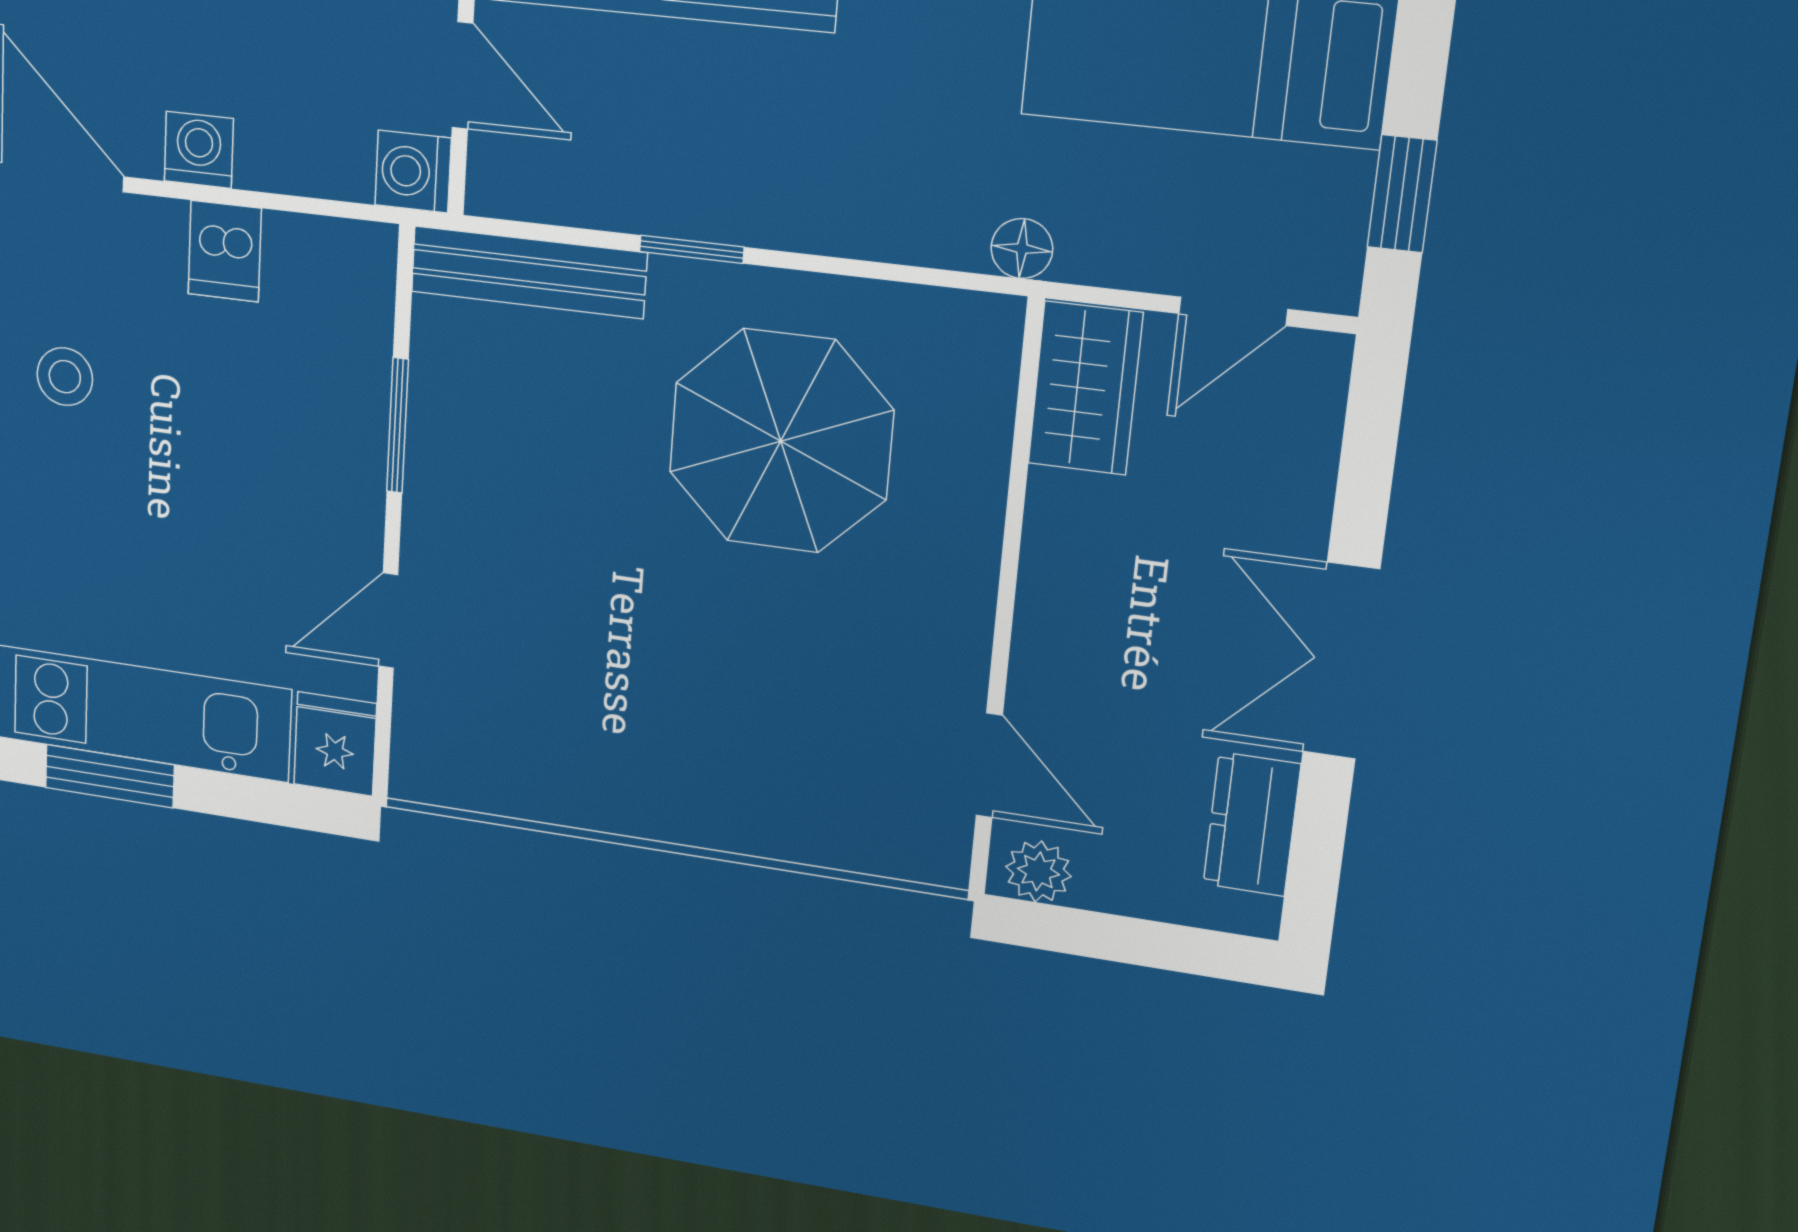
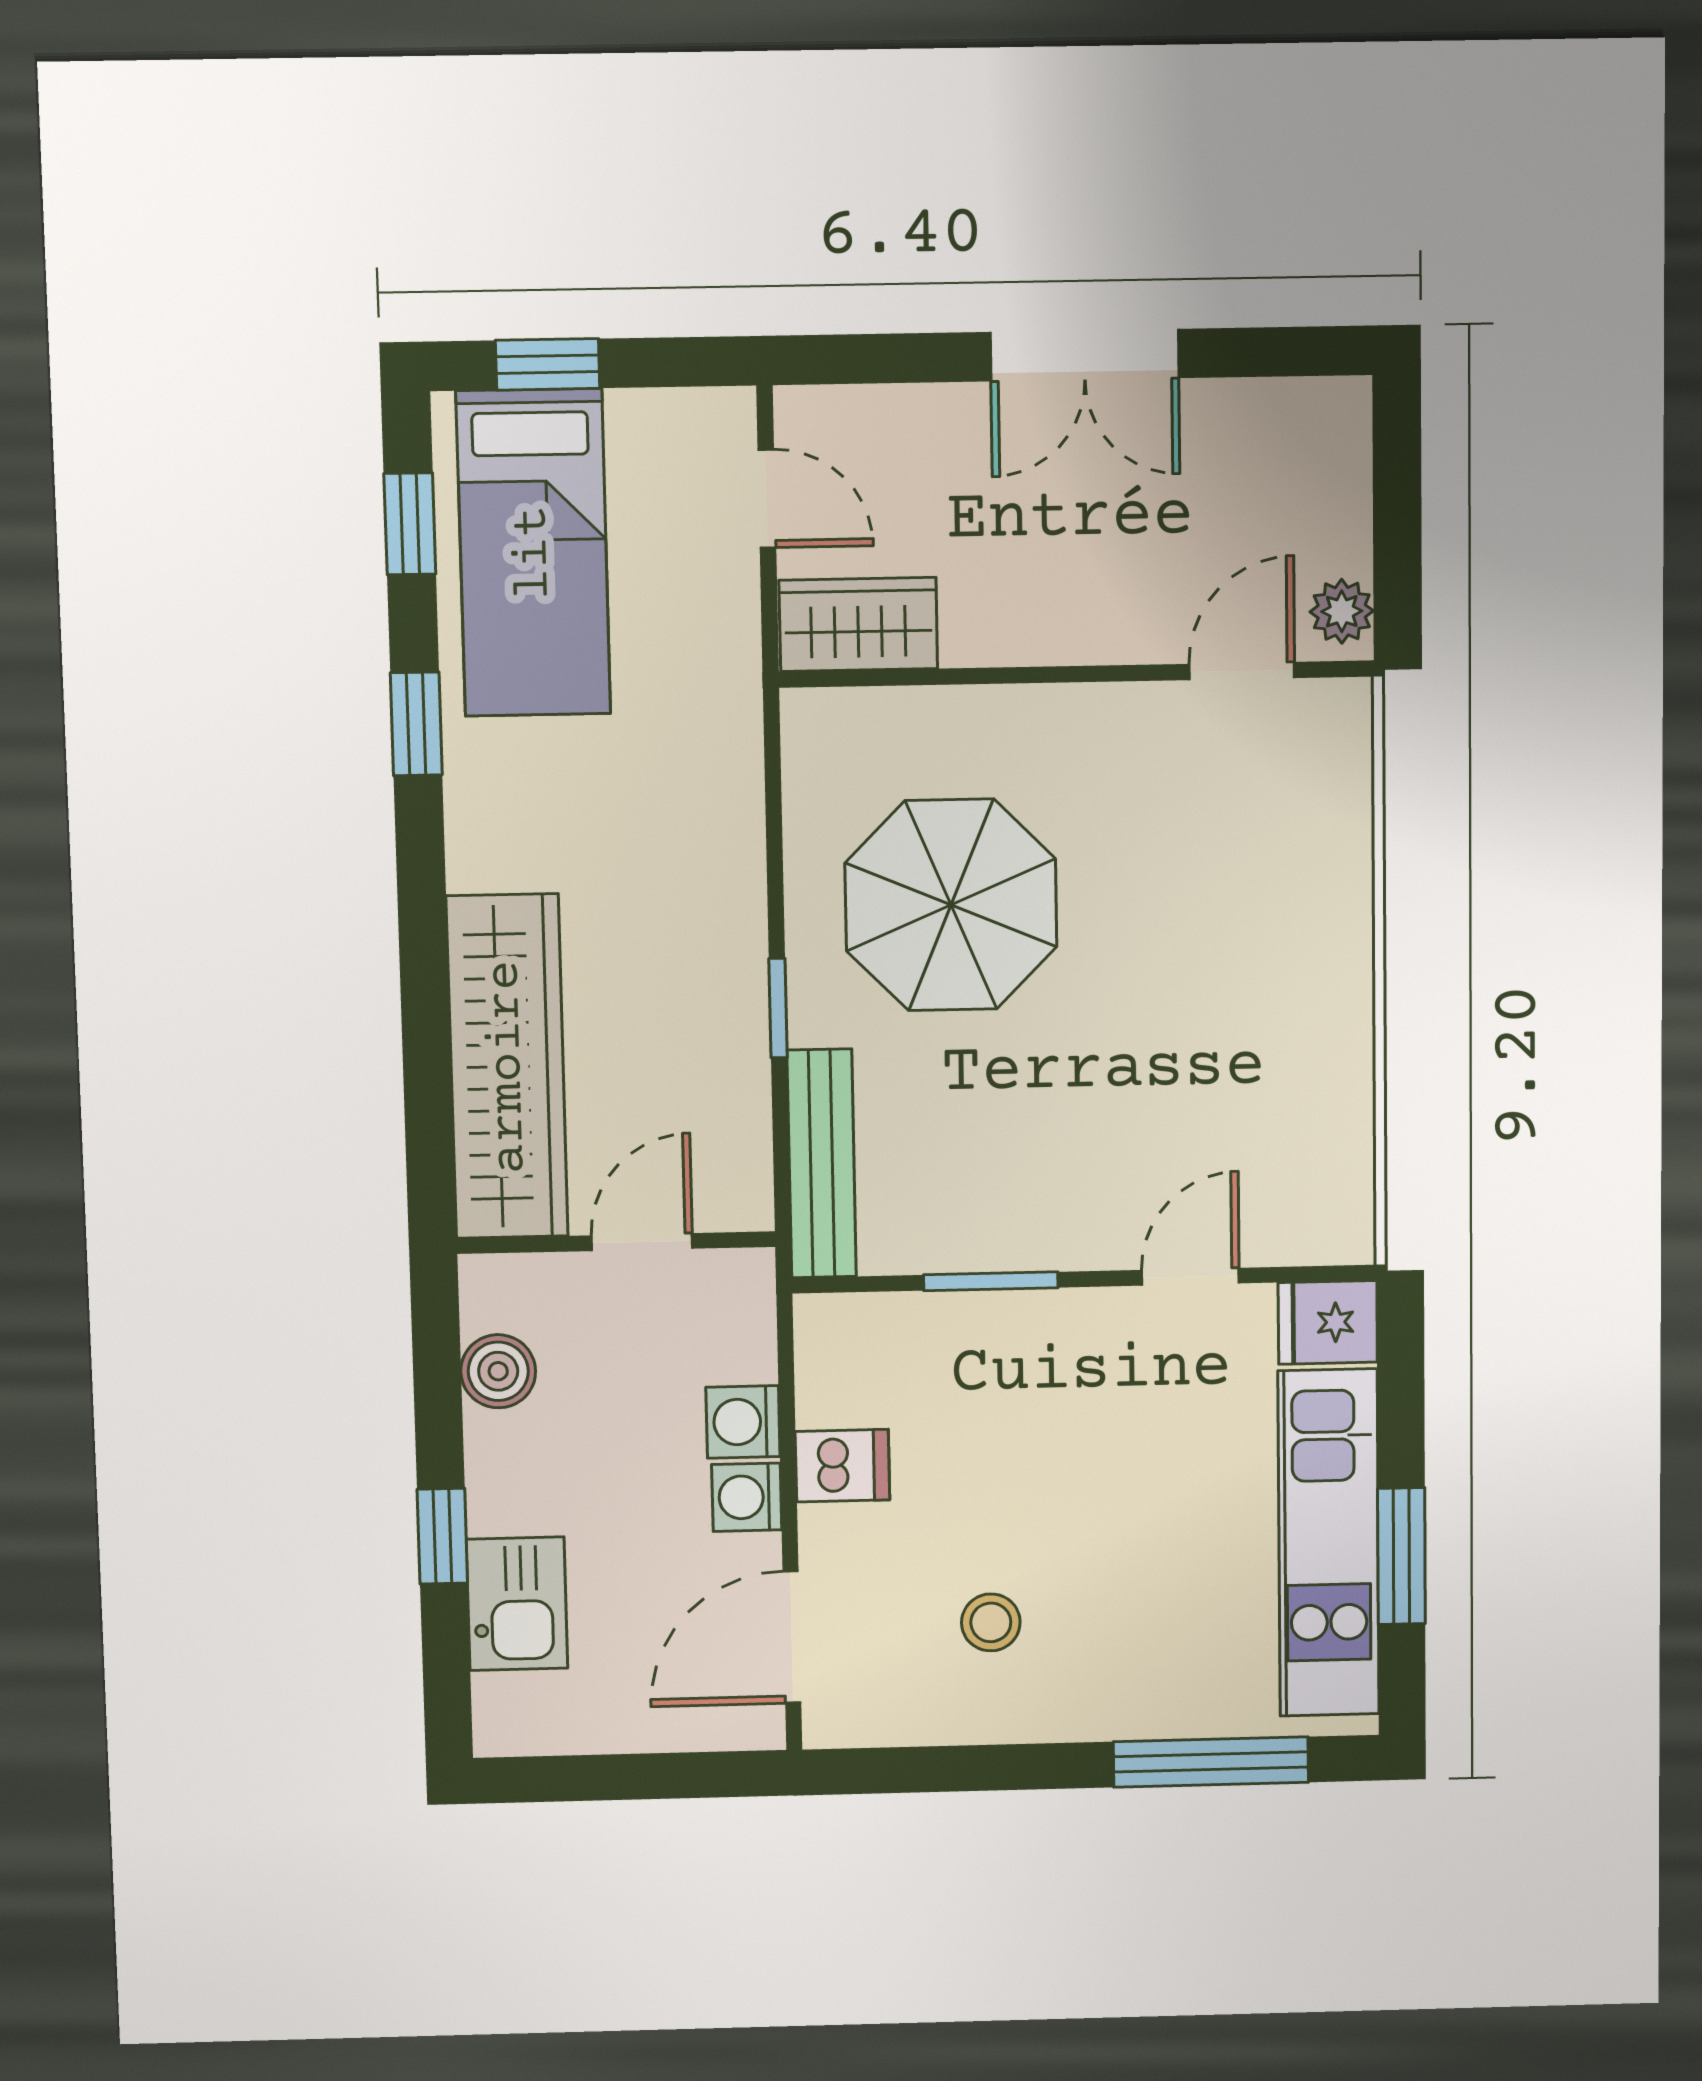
washing machine: (413, 172) -> (743, 1422), moved, turned 90
window: (1402, 194) -> (548, 364), moved
floor lamp: (1022, 249) -> (735, 698), removed
door: (388, 621) -> (1190, 1277), swing flipped
dresser: (1252, 824) -> (1259, 416), removed

